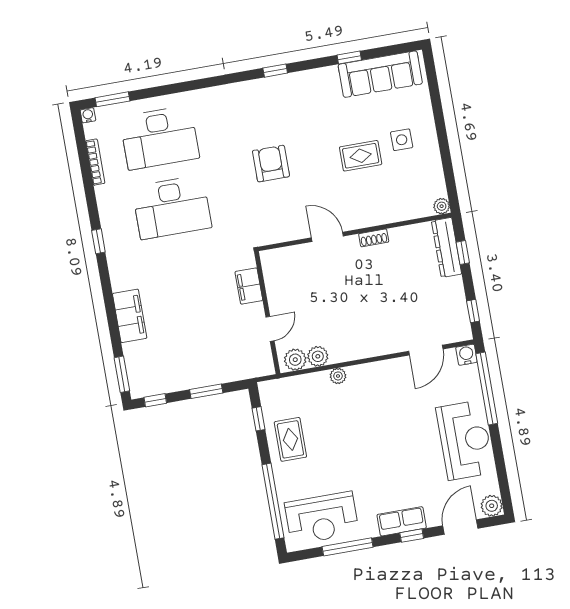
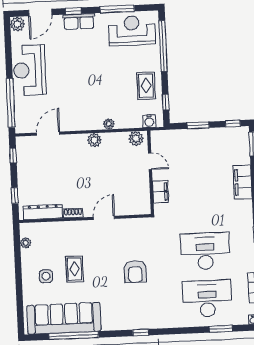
window: (349, 58) -> (74, 336), width x3.17
window: (275, 71) -> (141, 333), moved
sofa: (380, 74) -> (64, 318), width x1.36, depth x1.27
window: (112, 99) -> (221, 329), moved
rug: (361, 156) -> (75, 269), turned 90
plant: (442, 206) -> (26, 243), moved
door: (327, 237) -> (104, 218), swing flipped
dresser: (447, 247) -> (43, 212), moved, turned -90
door: (270, 329) -> (150, 161), swing flipped
water cooler: (466, 355) -> (149, 121), moved
plant: (318, 356) -> (94, 140), moved

